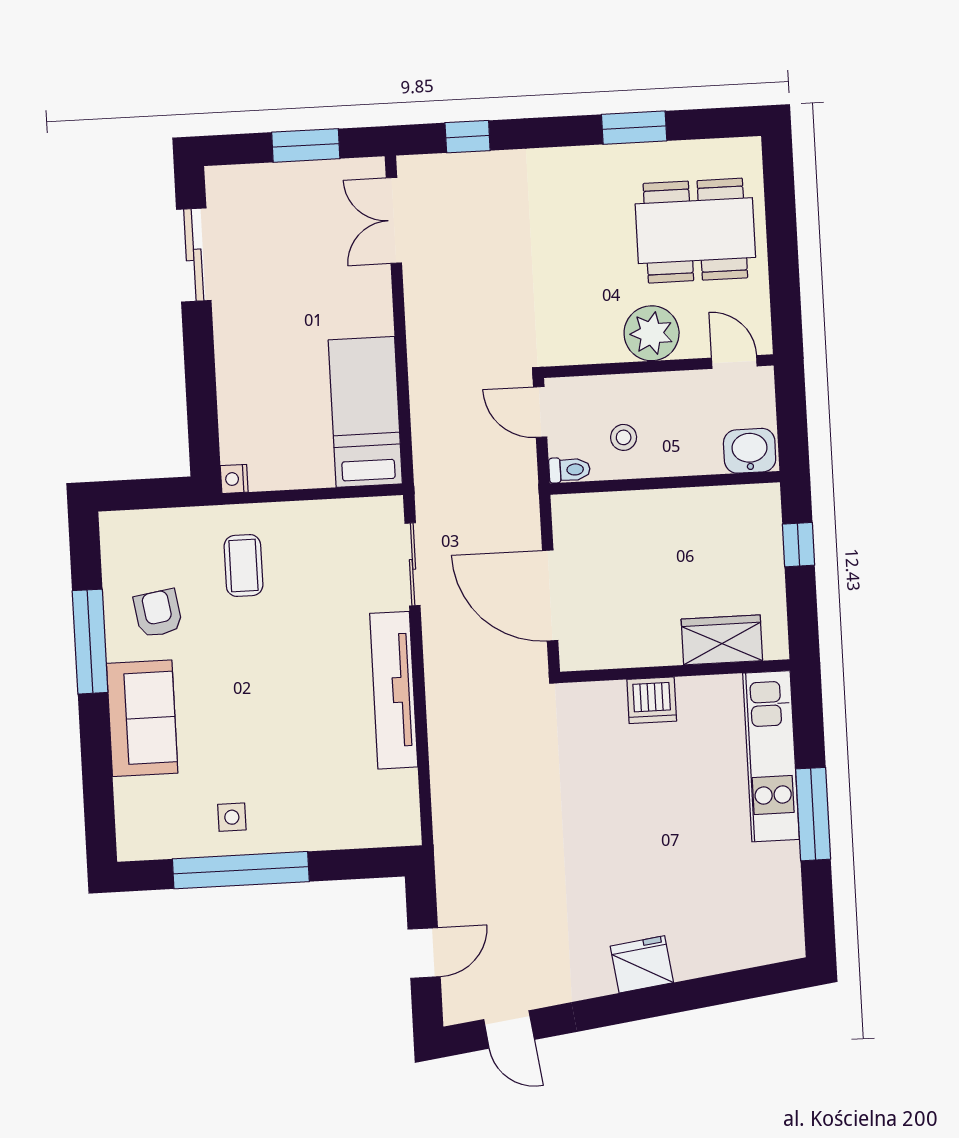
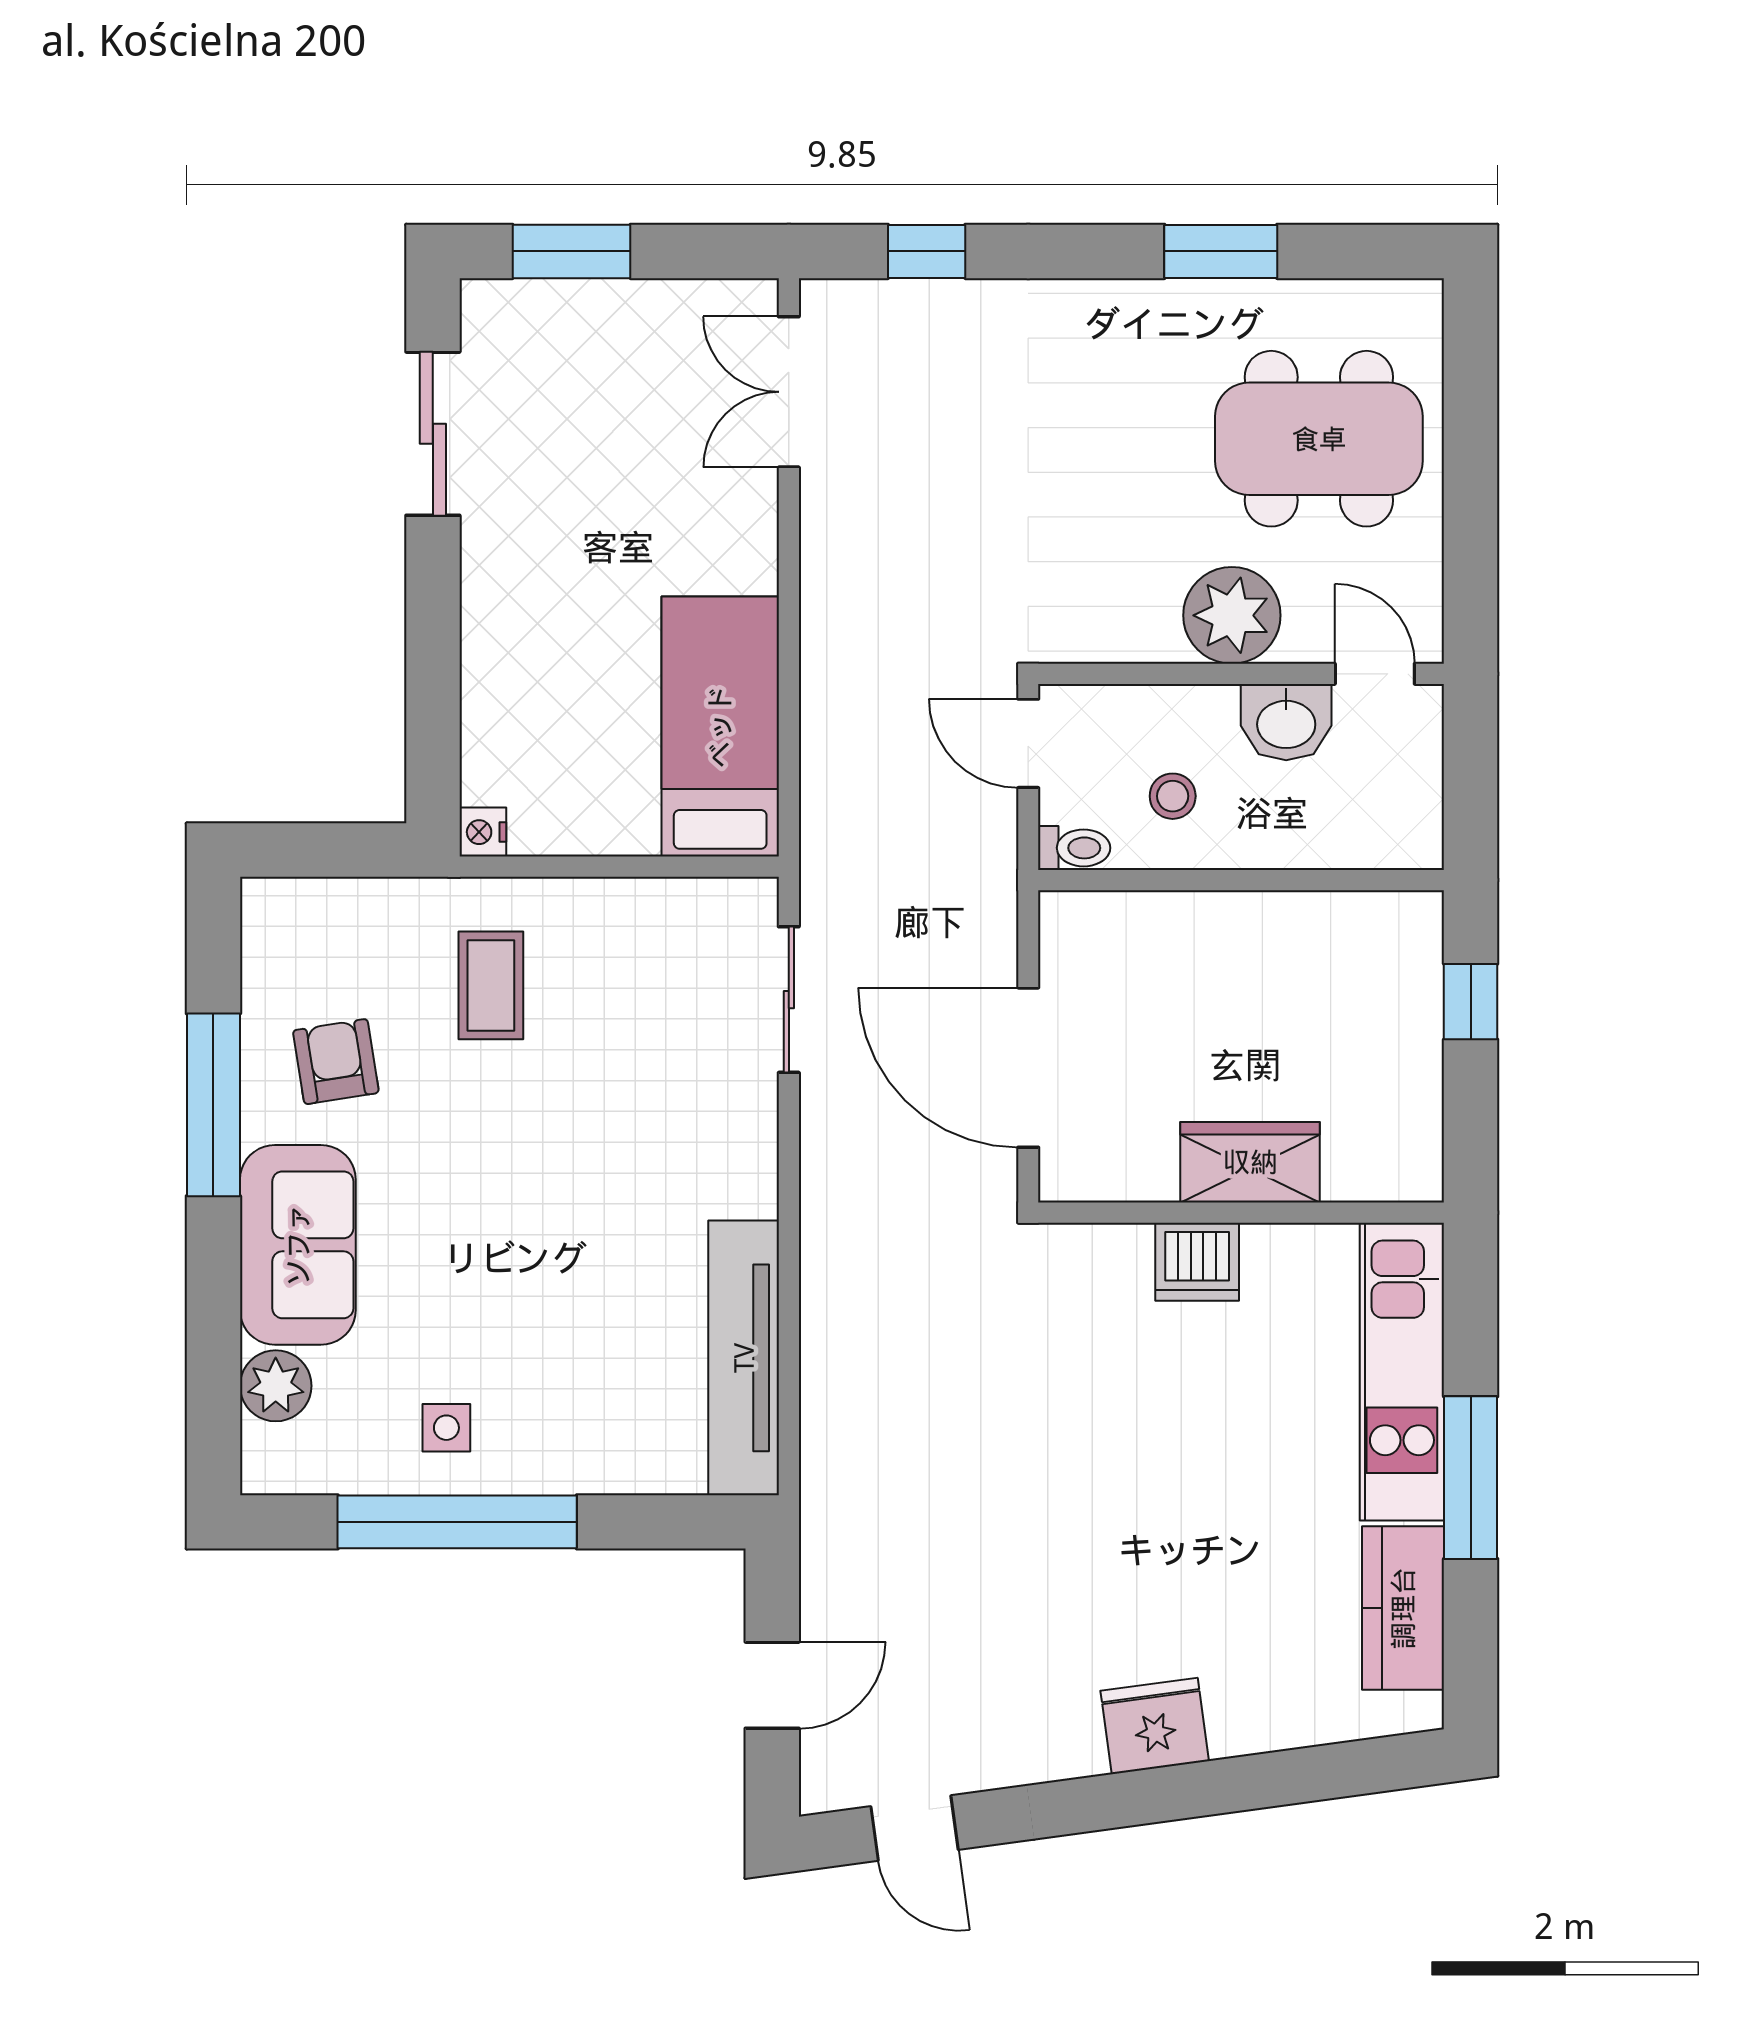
window: (306, 145) -> (571, 251), moved
washbasin: (750, 451) -> (1286, 722), moved, turned 180
wardrobe: (722, 640) -> (1250, 1162), moved
tv unit: (394, 690) -> (744, 1358), moved
plant: (134, 799) -> (276, 1386), added
kitchen counter: (779, 890) -> (1403, 1608), added

